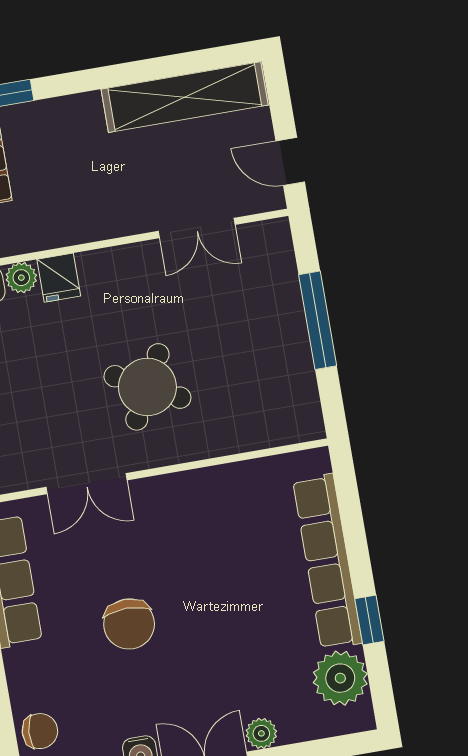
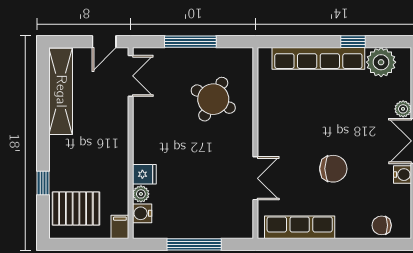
double door: (197, 228) -> (131, 76), moved
round table: (147, 387) -> (213, 99), moved
chair: (40, 731) -> (382, 225), turned -94

